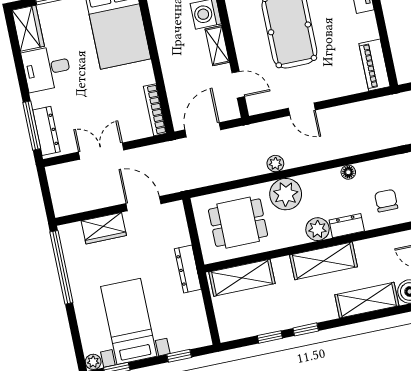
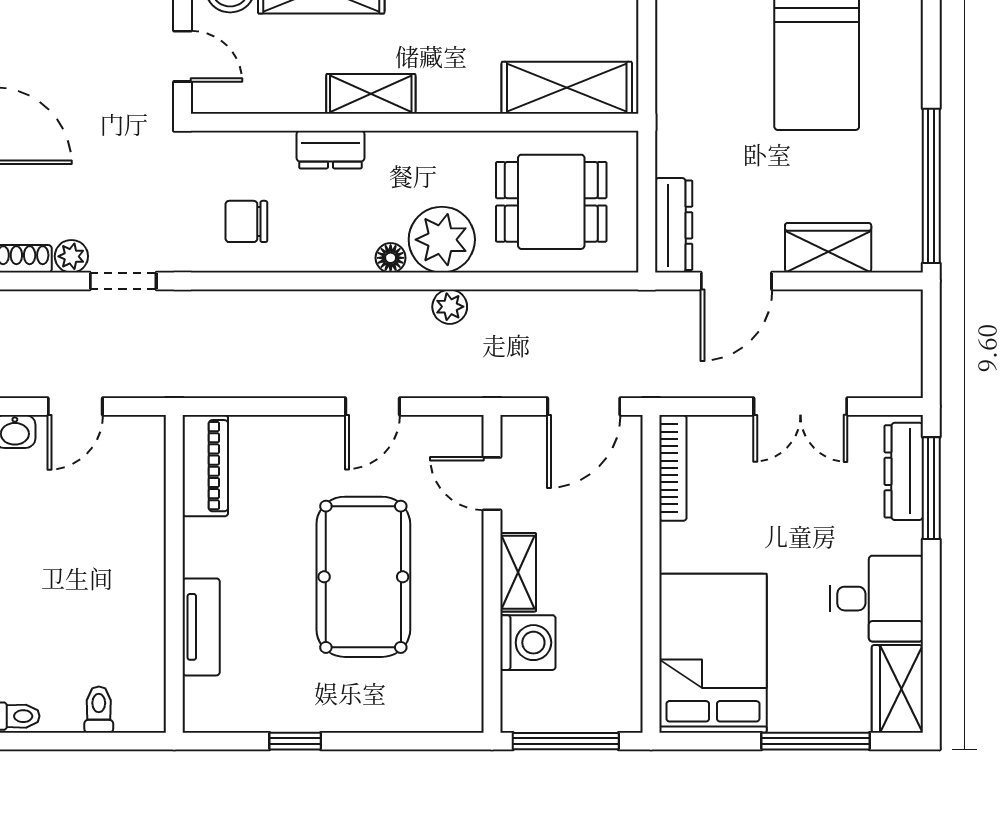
door: (302, 109) -> (372, 407), swing flipped
floor lamp: (348, 172) -> (391, 258), moved
chair: (386, 201) -> (246, 221), moved, turned 90
door: (143, 204) -> (736, 281), hinge flipped
plant: (318, 229) -> (392, 155), removed
shelving: (323, 261) -> (371, 94), width x0.67, depth x0.75
dresser: (188, 269) -> (674, 225), moved

